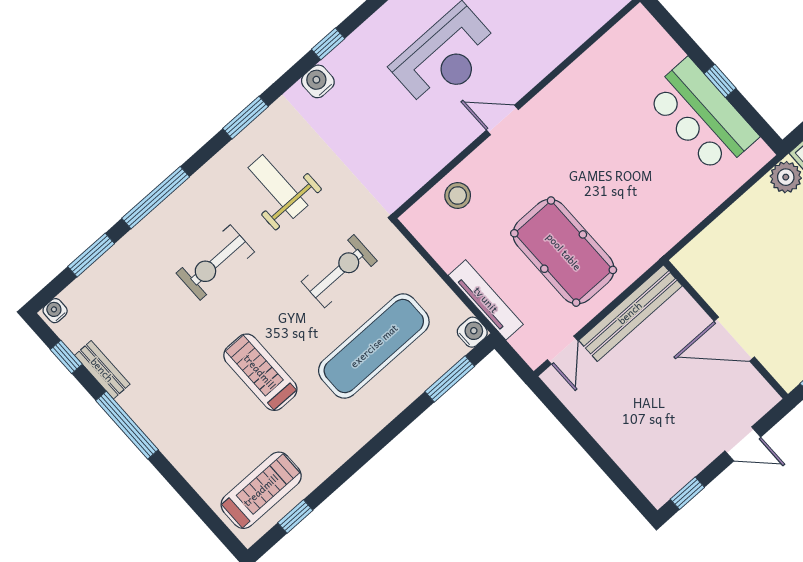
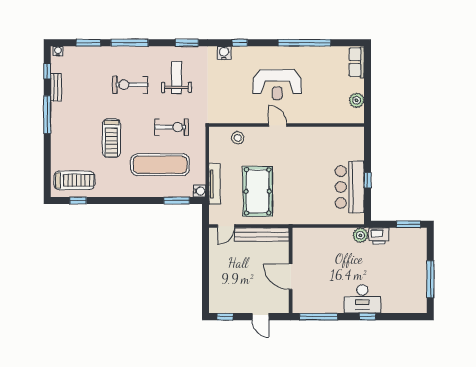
treadmill: (260, 372) -> (111, 138), turned 180

